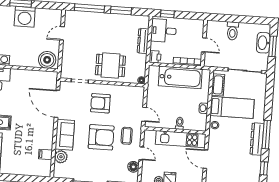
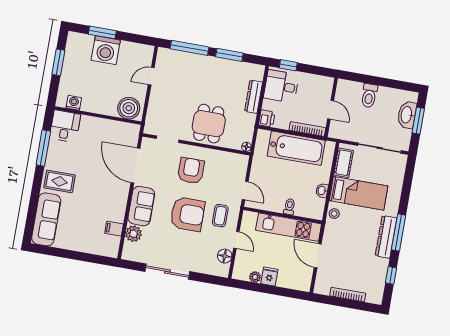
dining table: (110, 65) -> (209, 124), turned 90
armchair: (100, 103) -> (191, 171), turned 90

